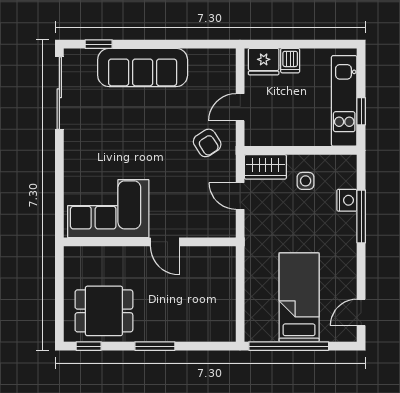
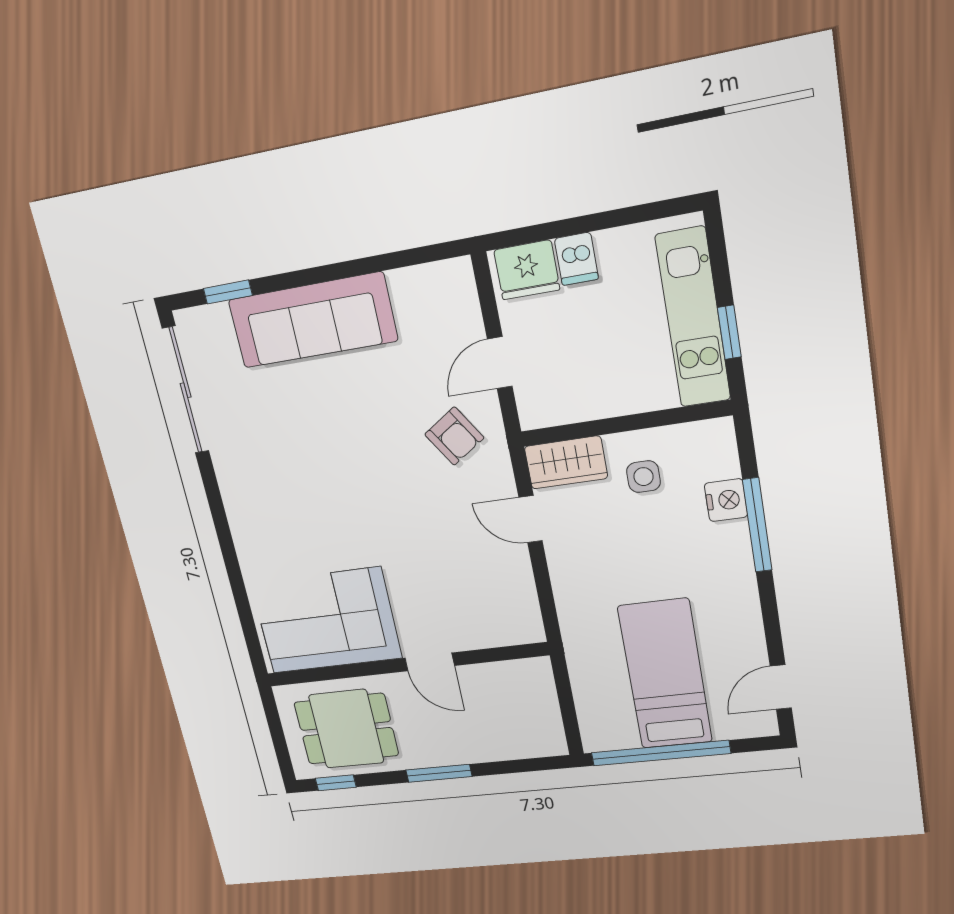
corner sofa: (108, 209) -> (326, 621), moved
wall: (150, 242) -> (405, 665), moved
door: (165, 242) -> (430, 662), moved

